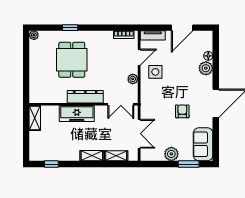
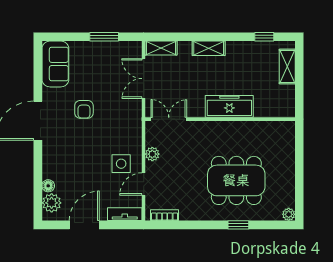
dining table: (72, 60) -> (236, 180), width x1.38
plant: (206, 68) -> (52, 203), moved
dresser: (85, 97) -> (218, 130), removed
shelving: (35, 118) -> (287, 66), moved
plant: (171, 154) -> (99, 51), removed
shelving: (116, 156) -> (161, 48), moved
window: (189, 164) -> (104, 37), moved

